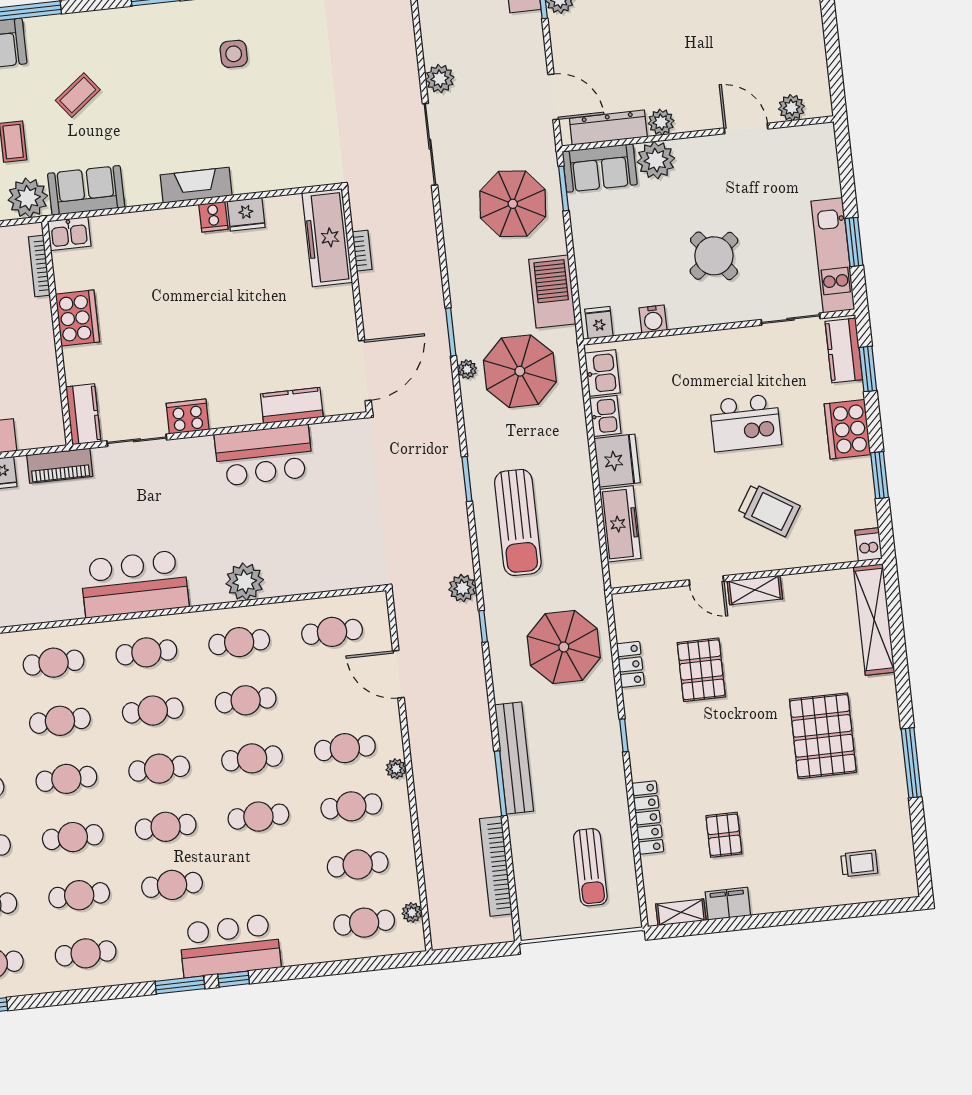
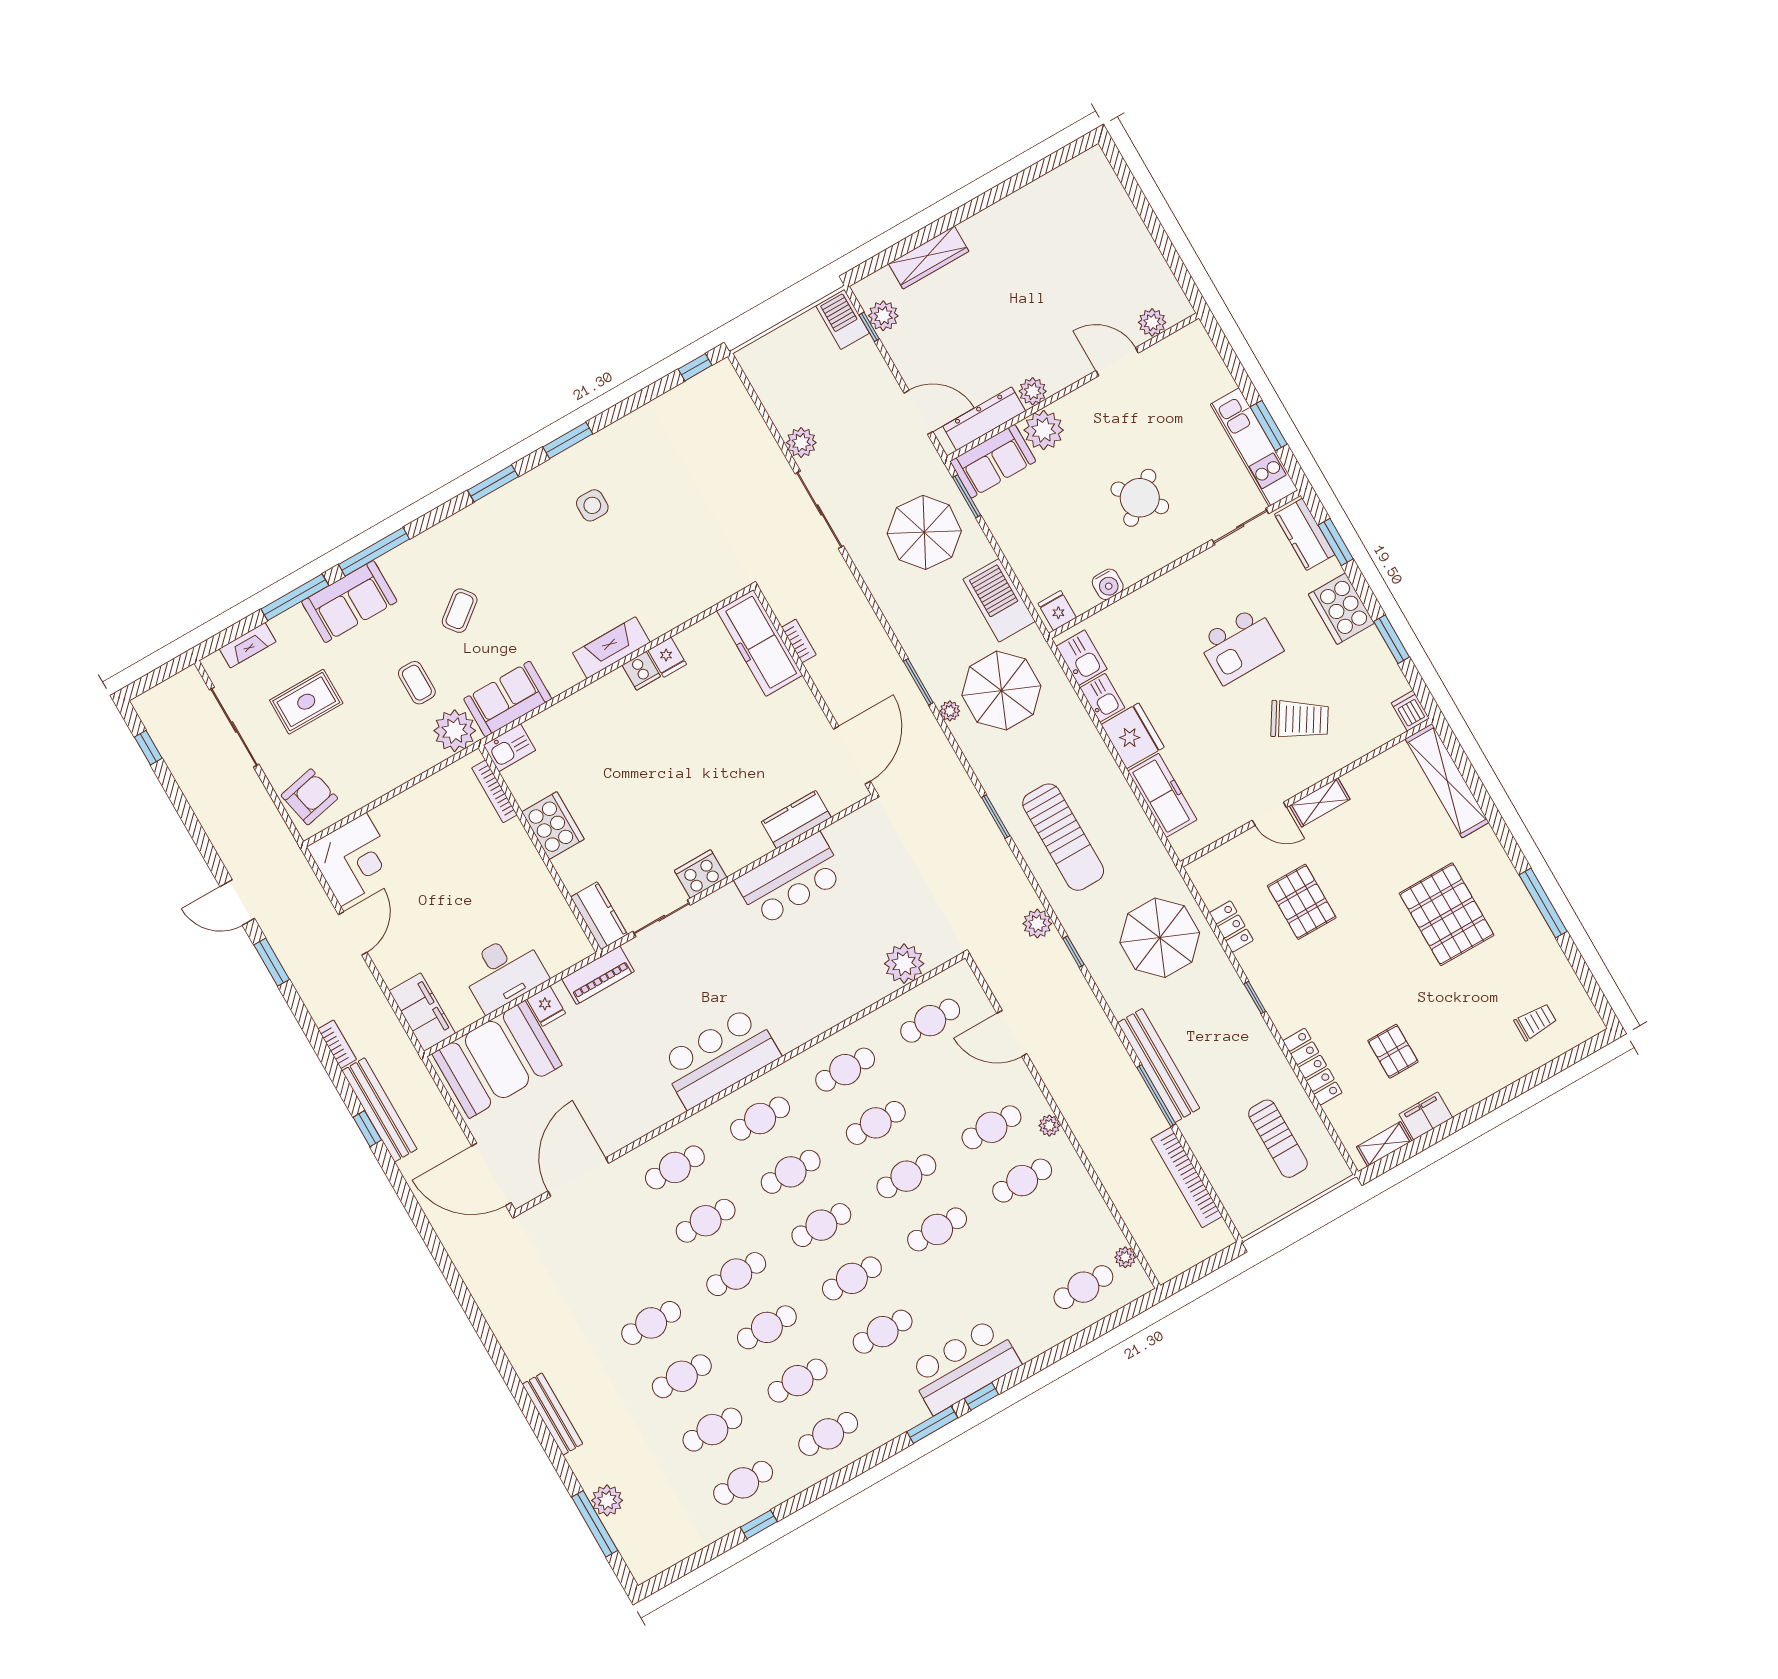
fridge: (246, 214) -> (667, 657), width x0.72
plant: (245, 582) -> (904, 964), moved
cafe table: (358, 864) -> (1053, 1234), removed

